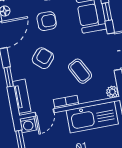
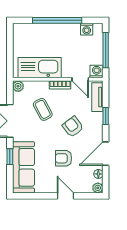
armchair: (43, 58) -> (73, 127), turned 102
door: (45, 112) -> (80, 79), swing flipped

